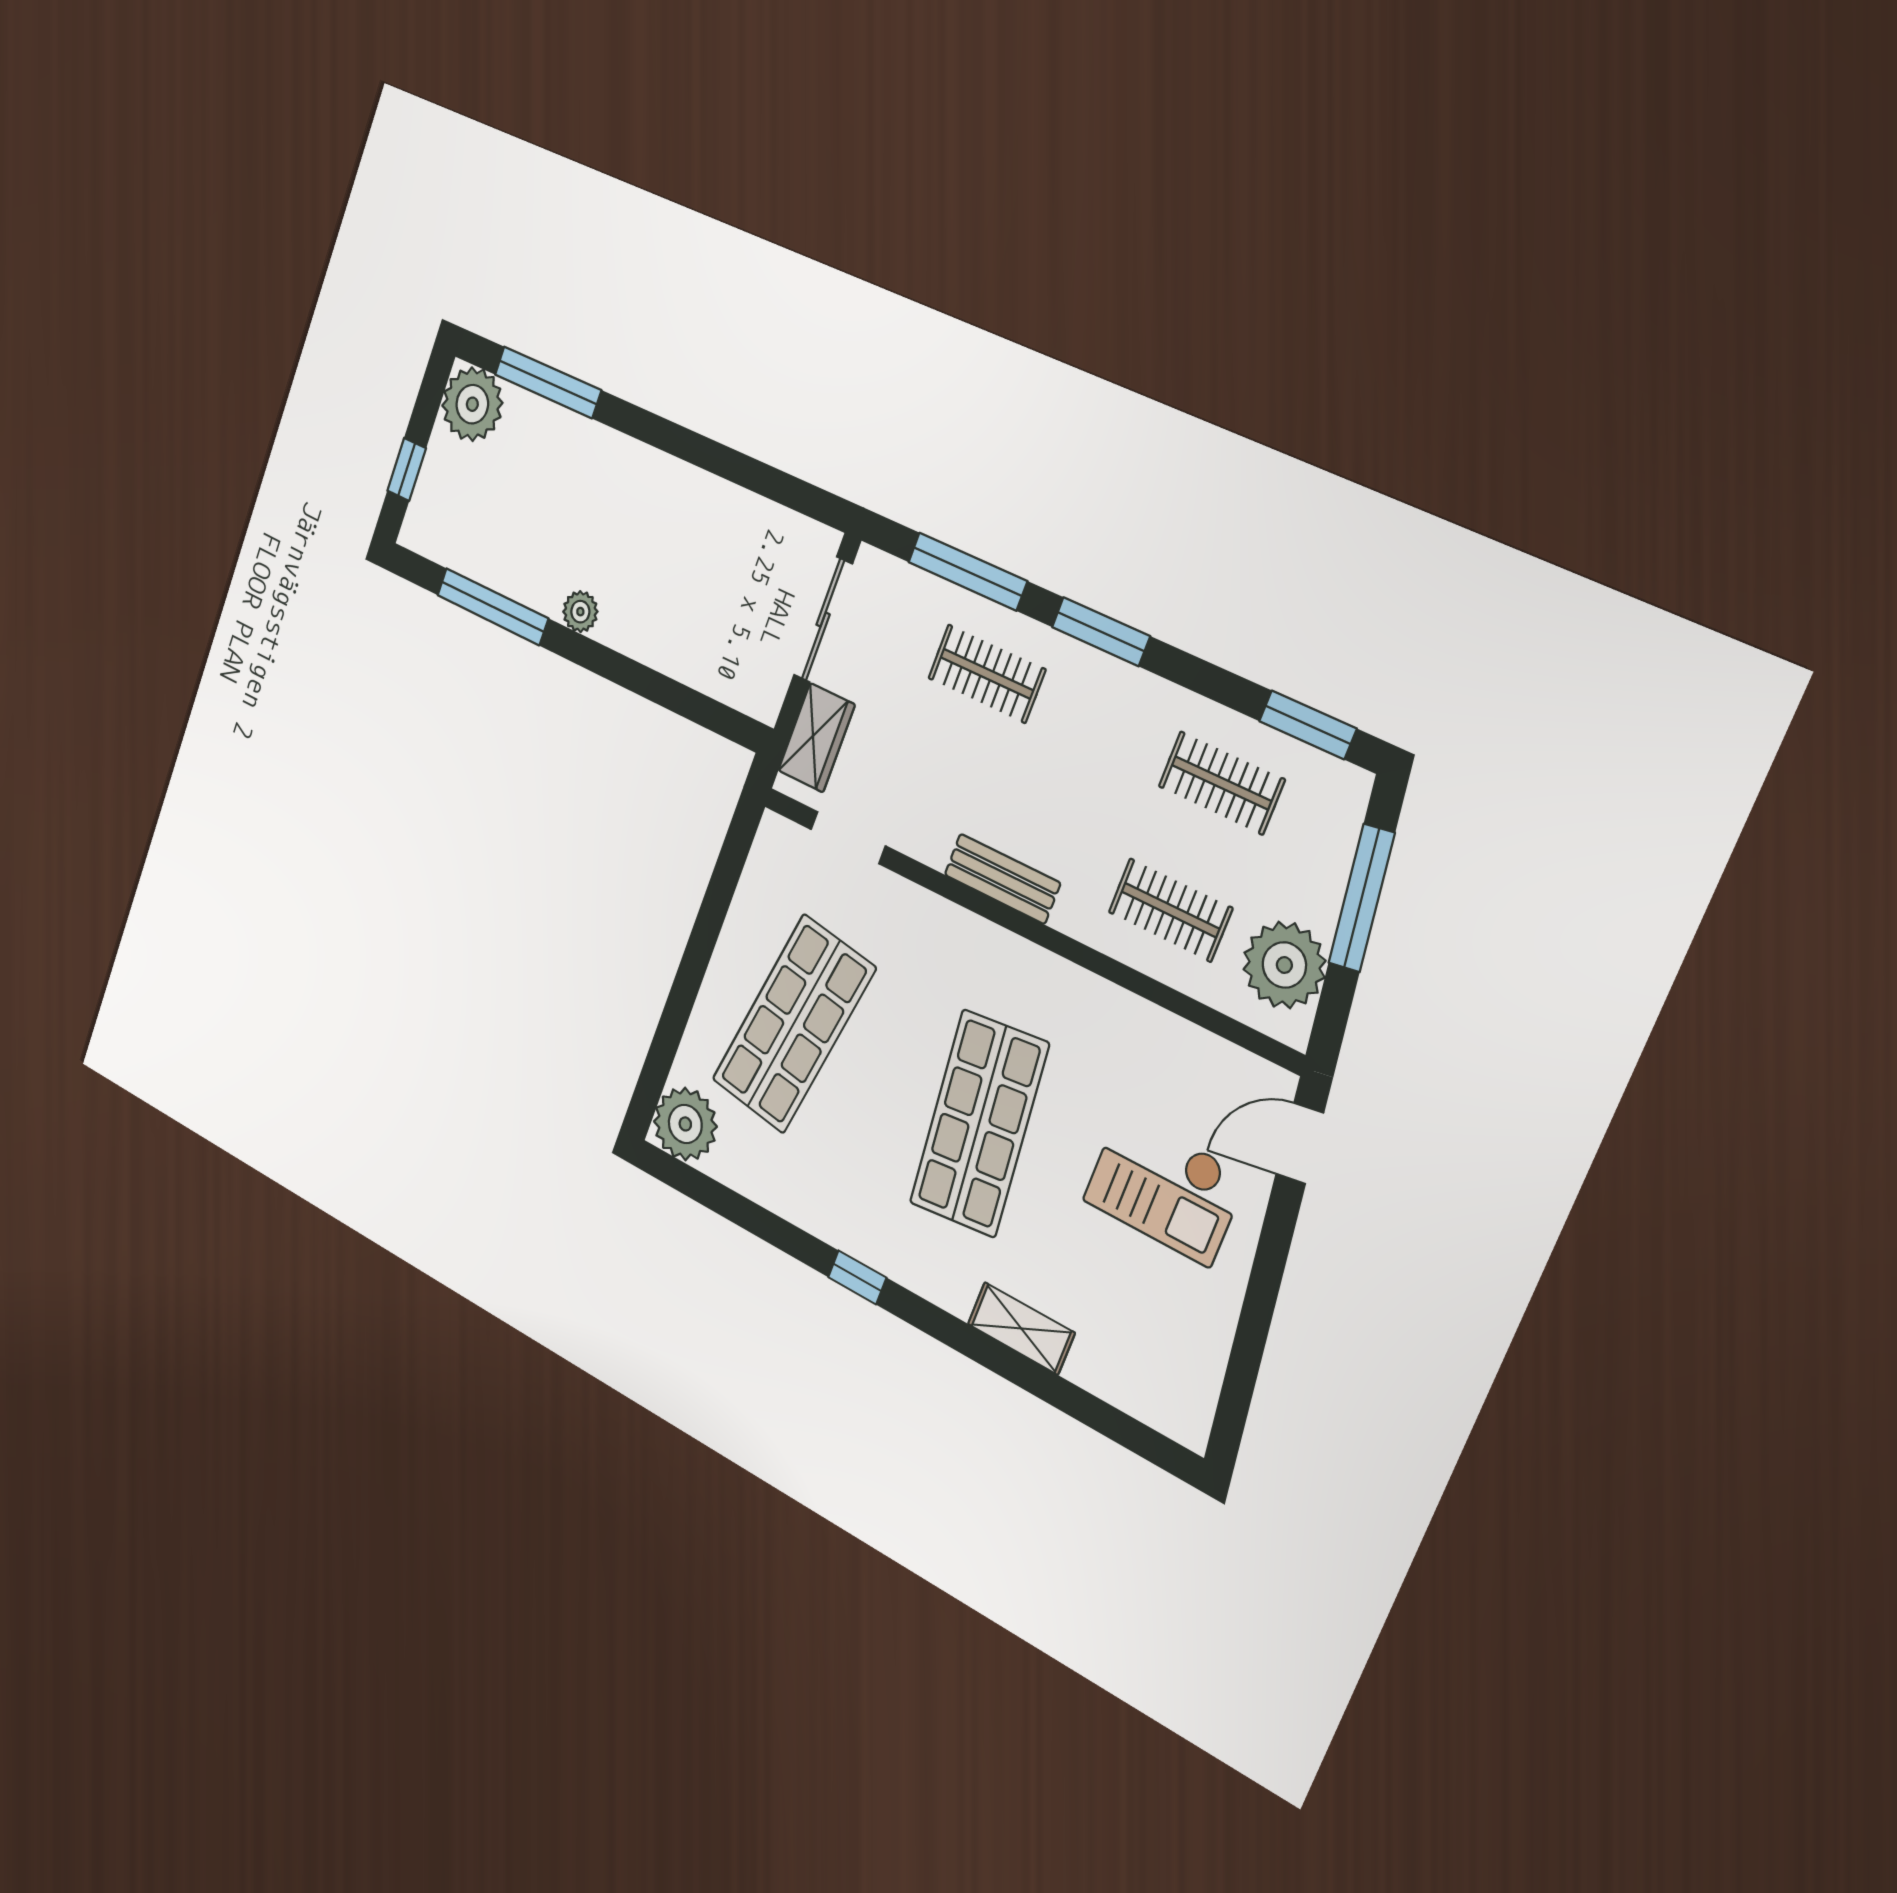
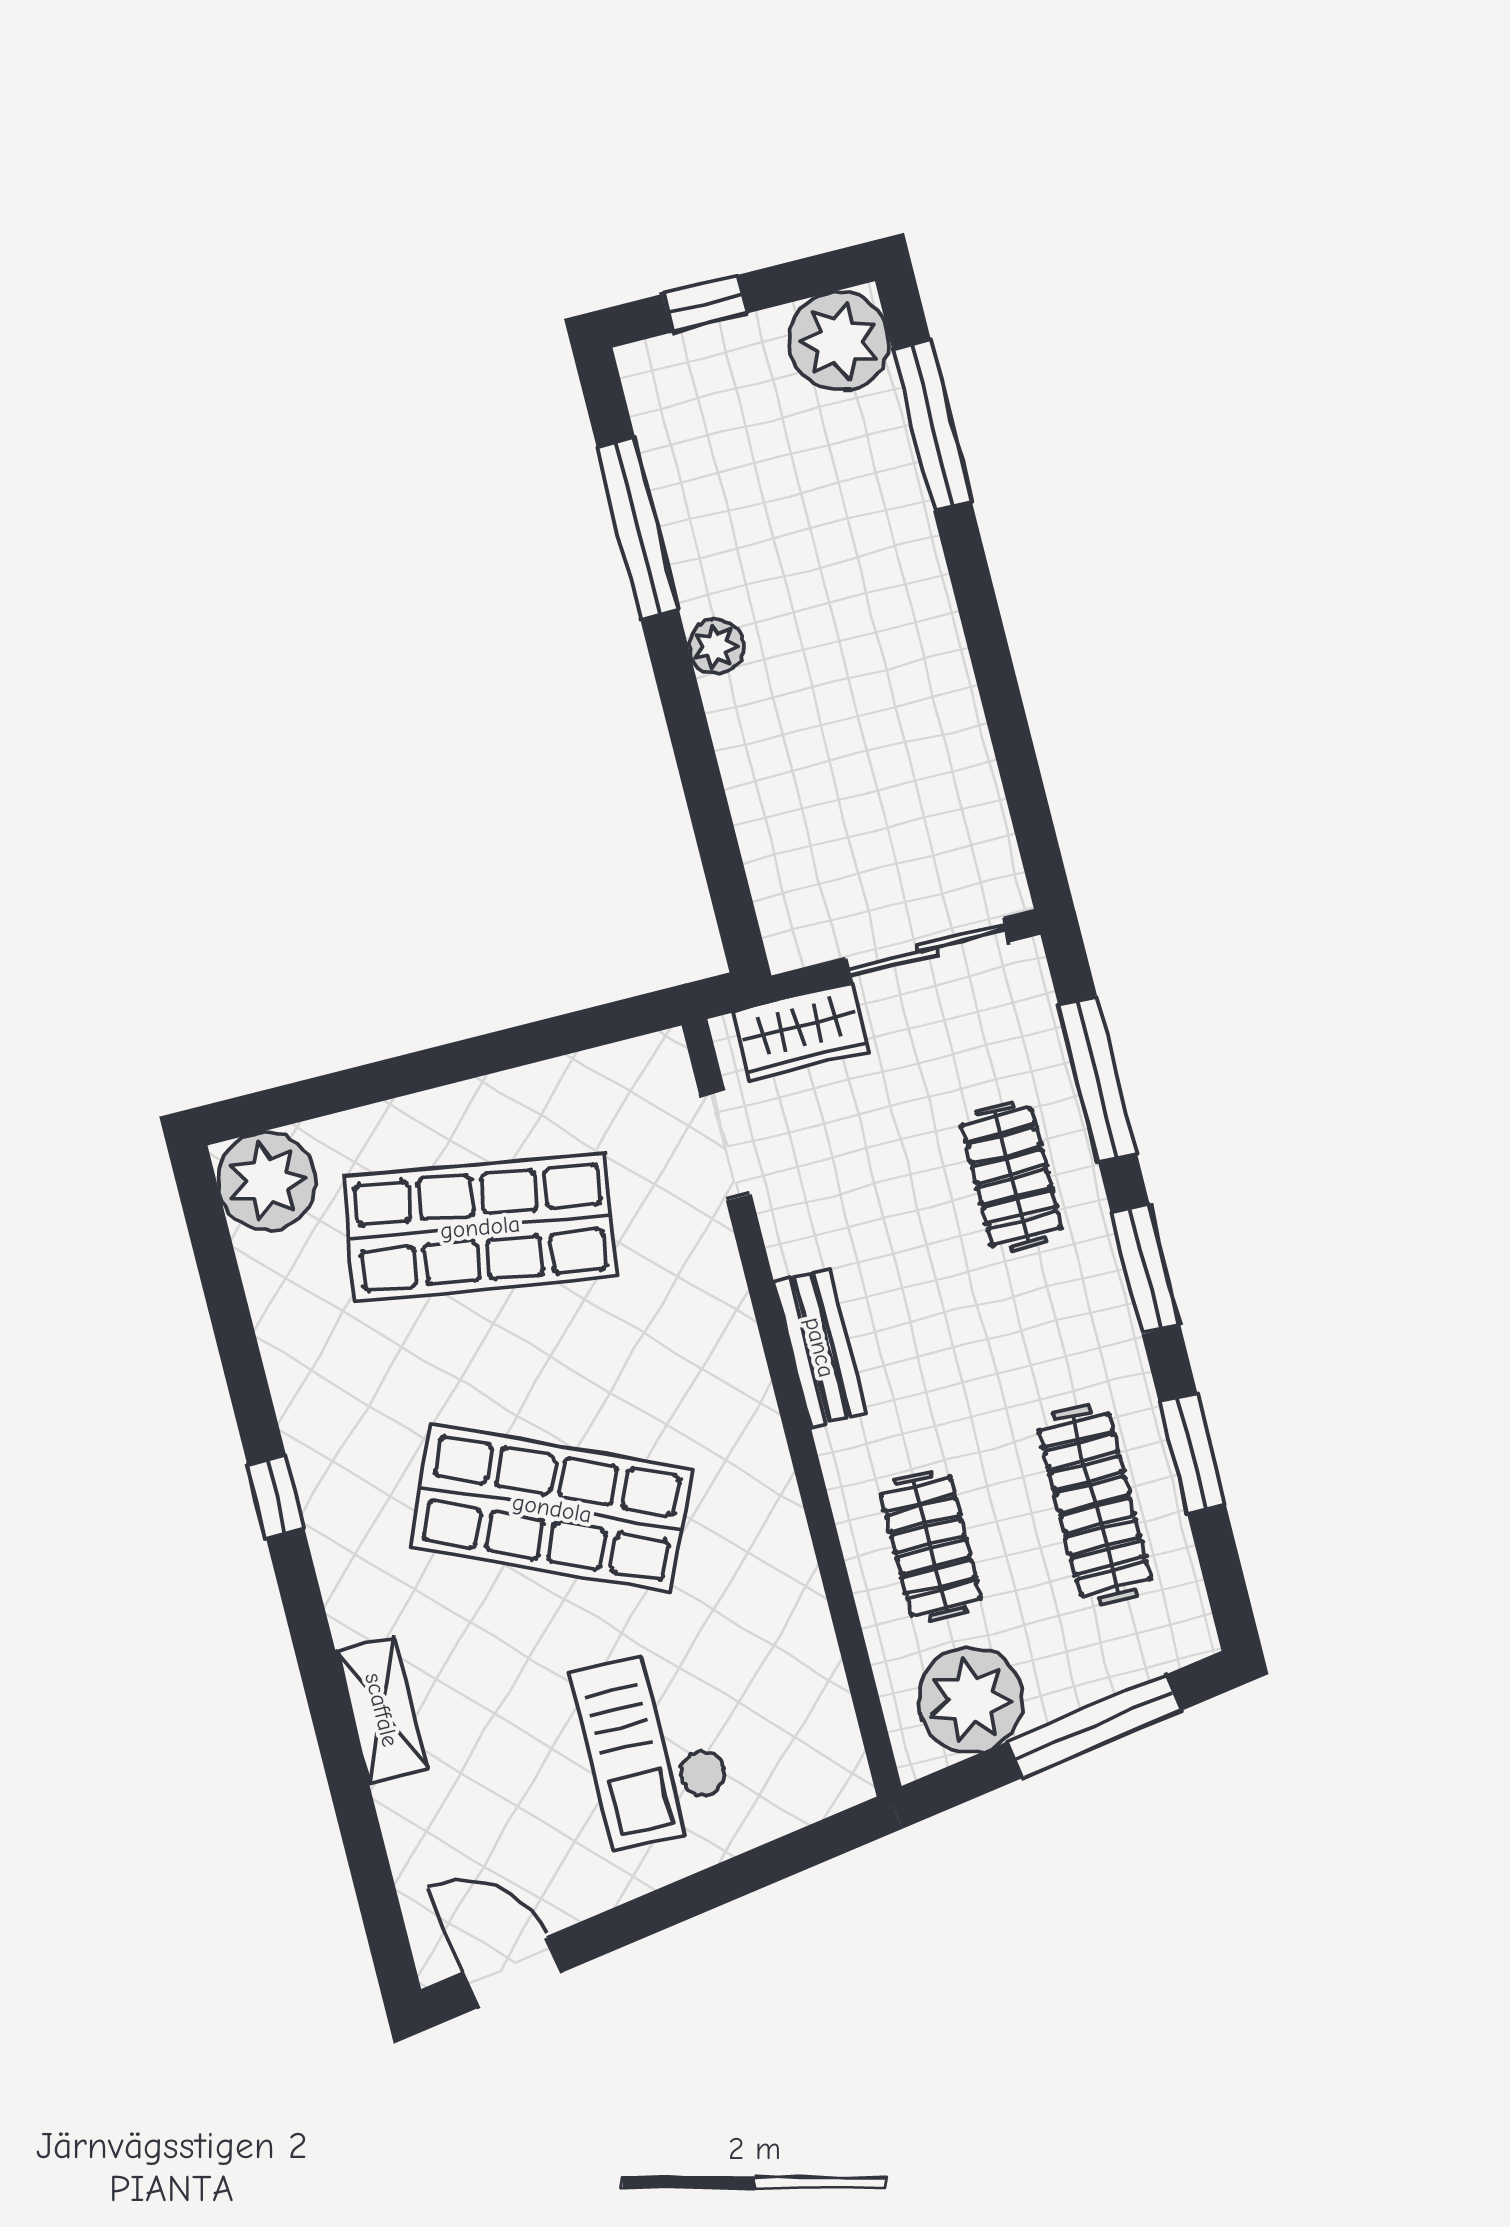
window: (1308, 725) -> (1192, 1453), moved
clothes rail: (1222, 783) -> (1095, 1505), width x1.36
shop shelf: (979, 1124) -> (552, 1508), turned 30
door: (1300, 1143) -> (512, 1972), moved

